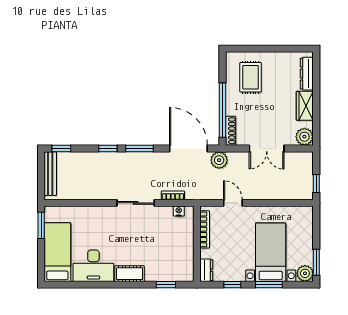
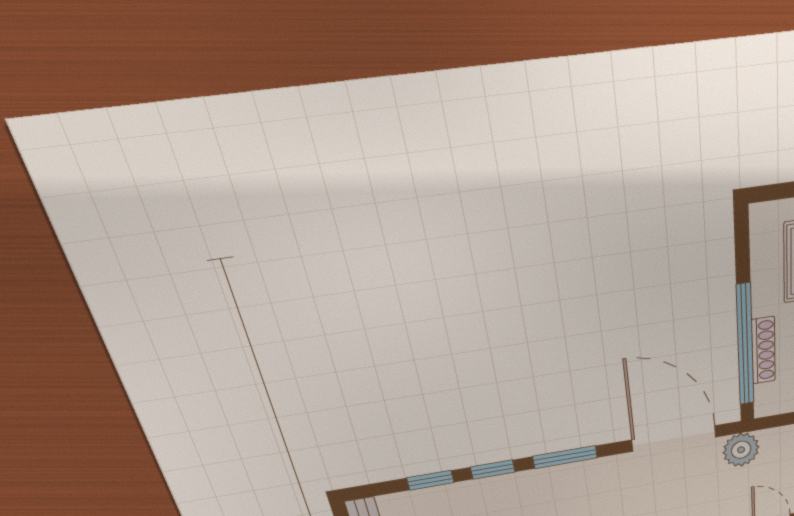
shoe rack: (231, 131) -> (763, 351), moved
window: (61, 149) -> (430, 480), moved

